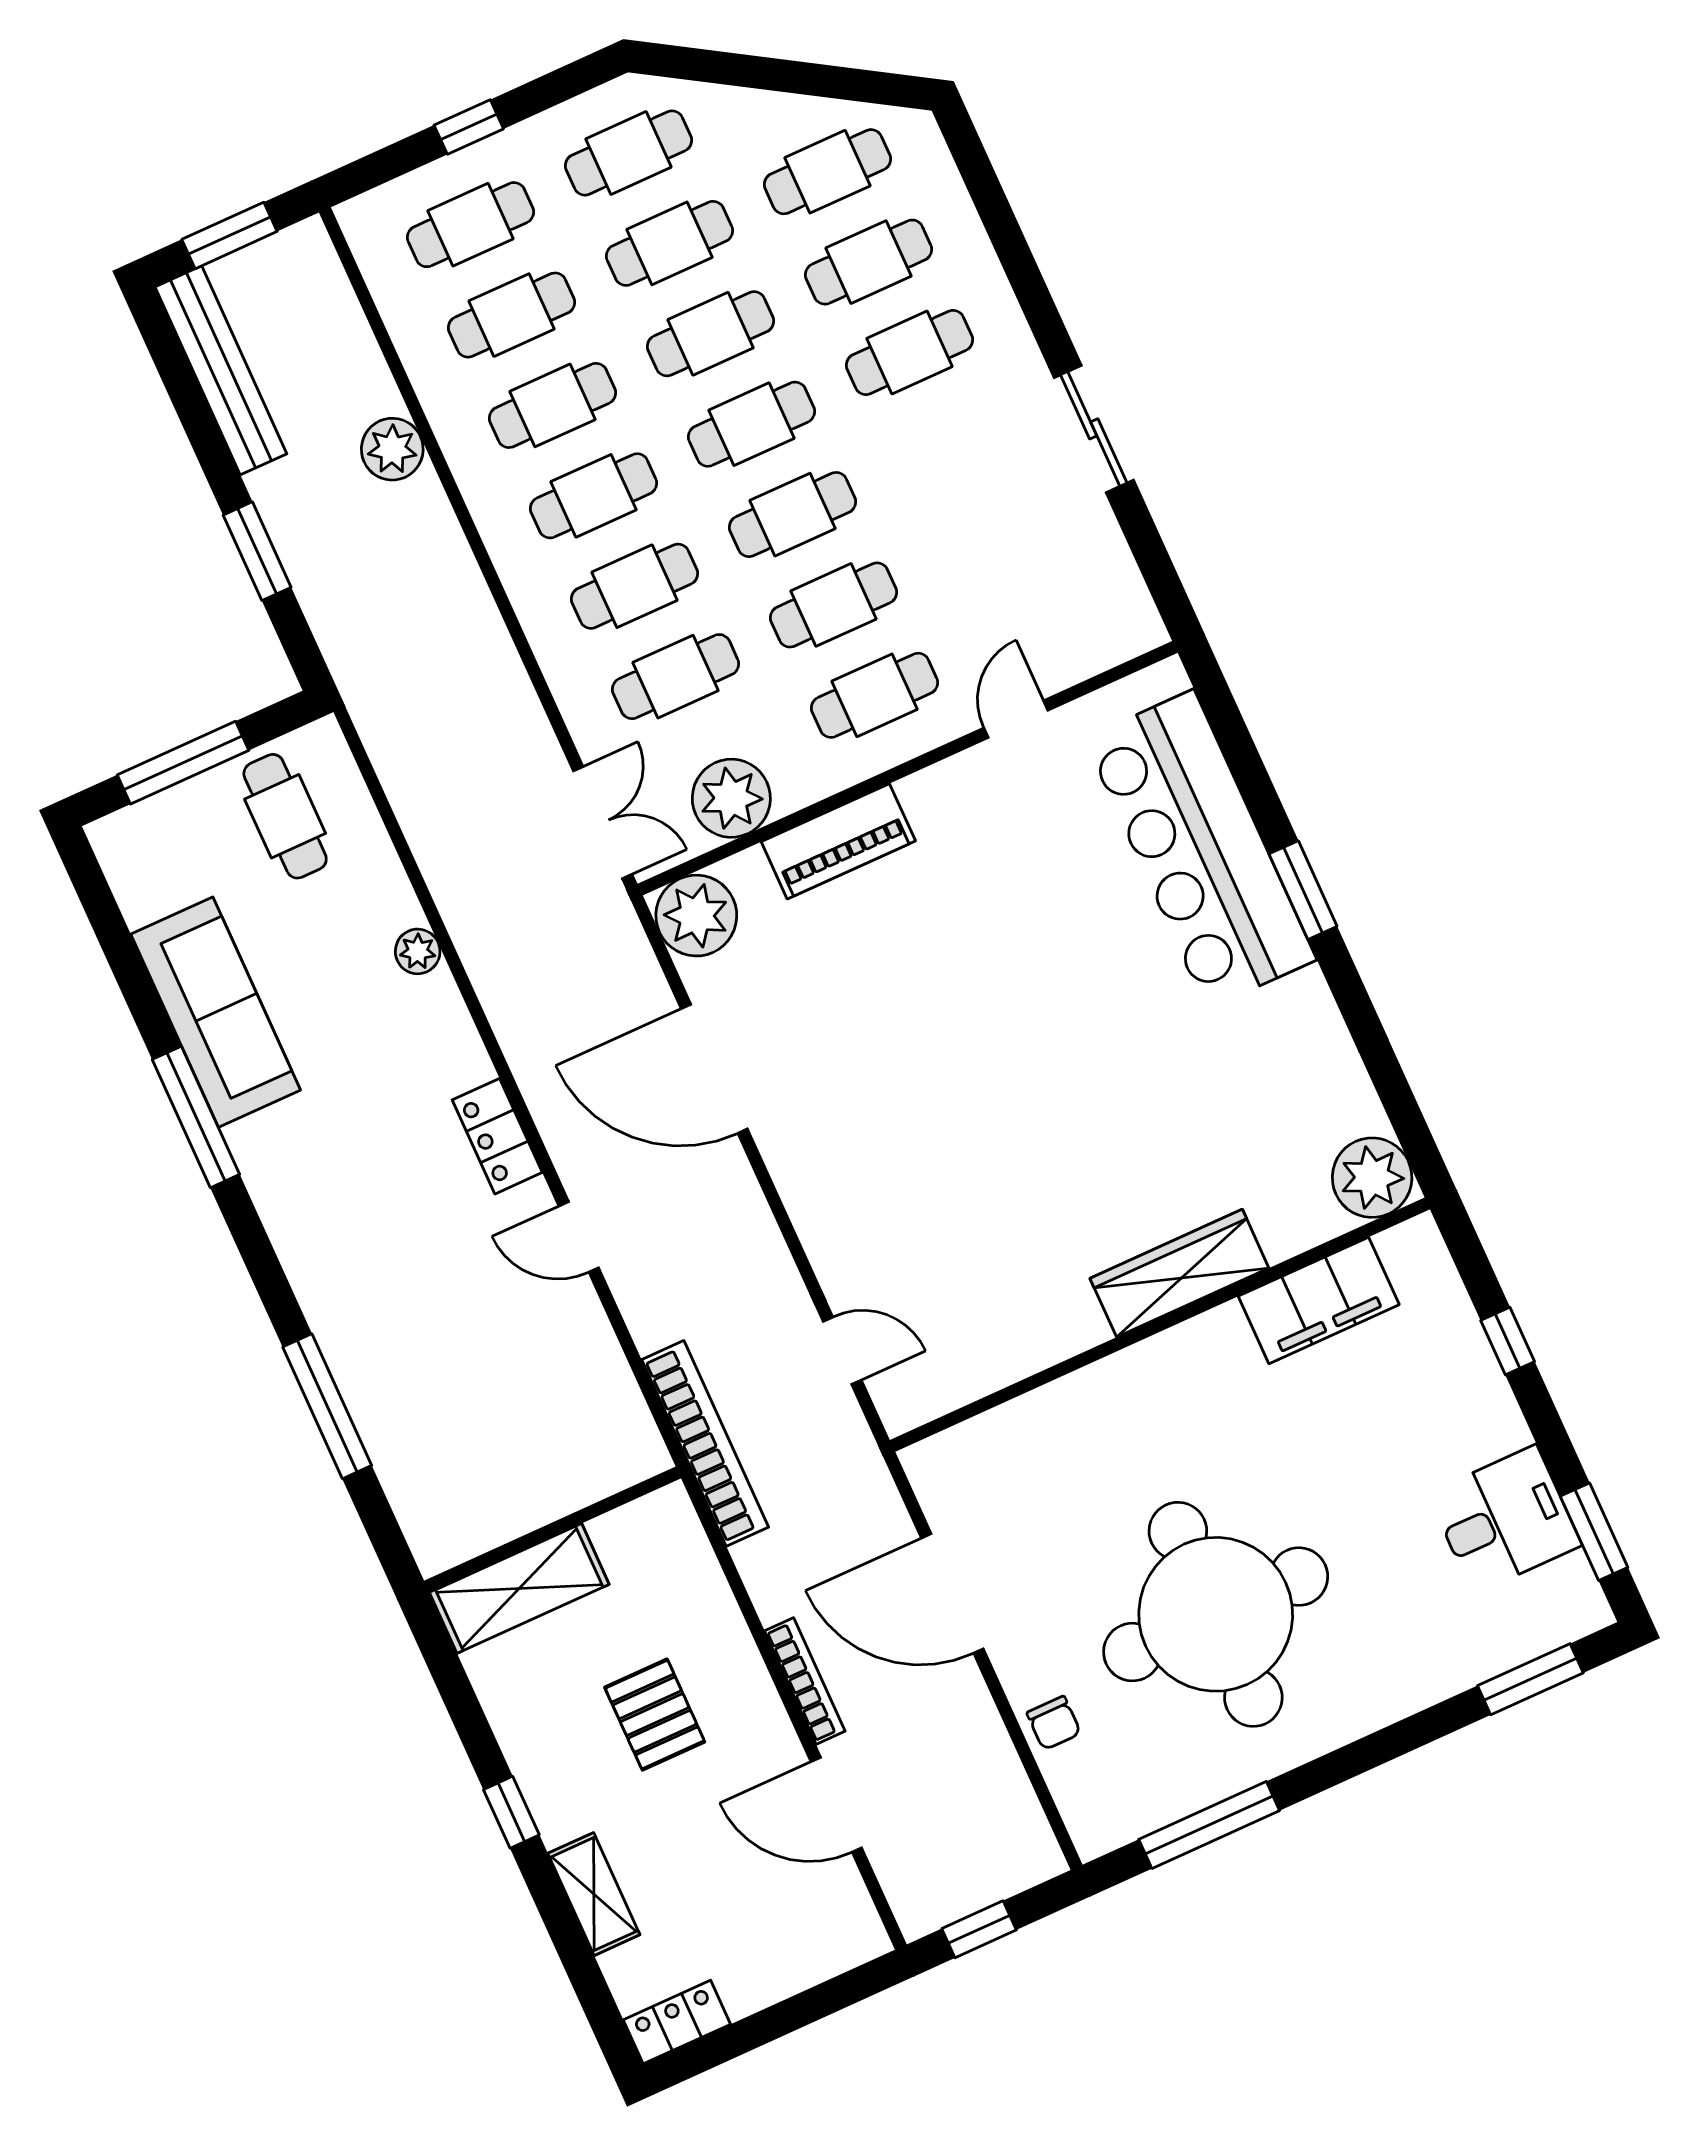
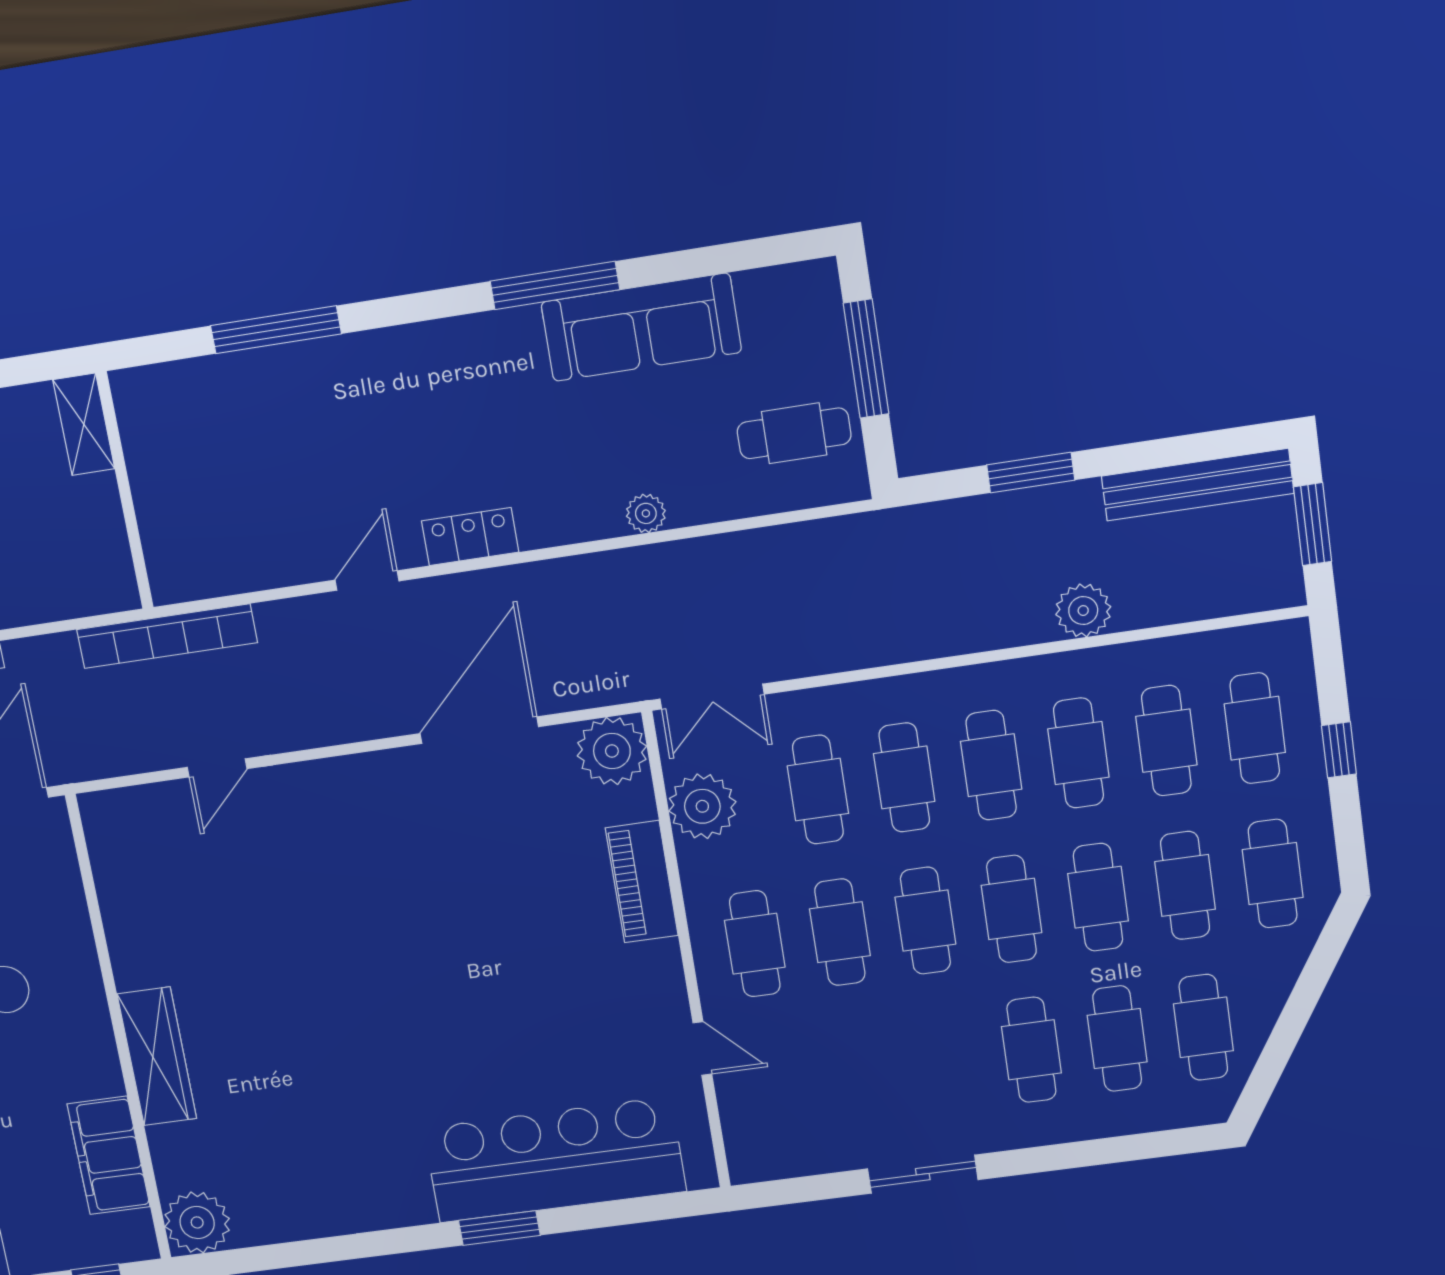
plant: (1372, 1178) -> (197, 1222), moved
wardrobe: (1179, 1273) -> (157, 1056), moved
filing cabinet: (1319, 1300) -> (109, 1155), moved
wall: (1160, 1325) -> (119, 1030), moved
shelving: (519, 1588) -> (84, 424), width x0.67, depth x0.75

